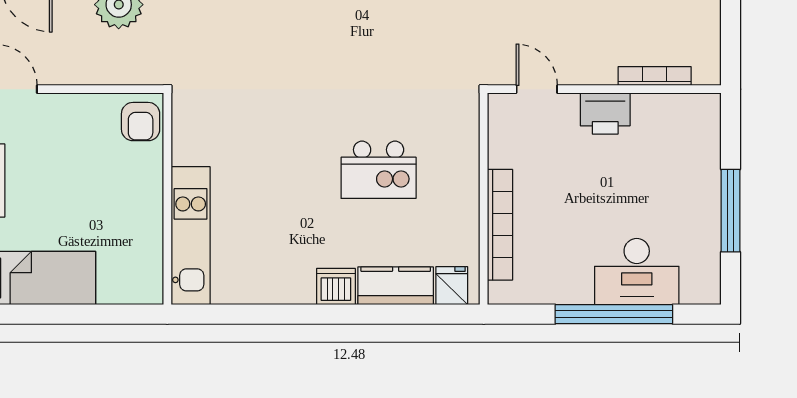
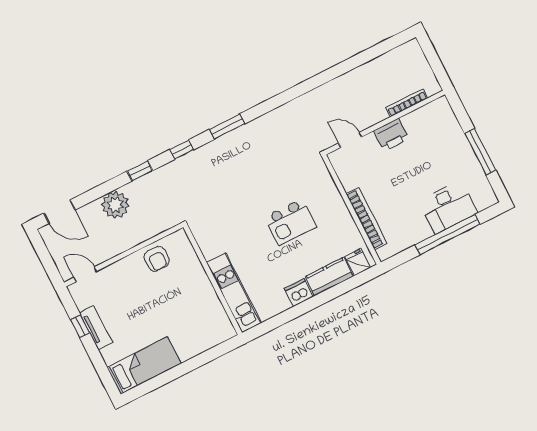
wall: (167, 199) -> (213, 280), moved
kitchen unit: (191, 236) -> (234, 293), moved

